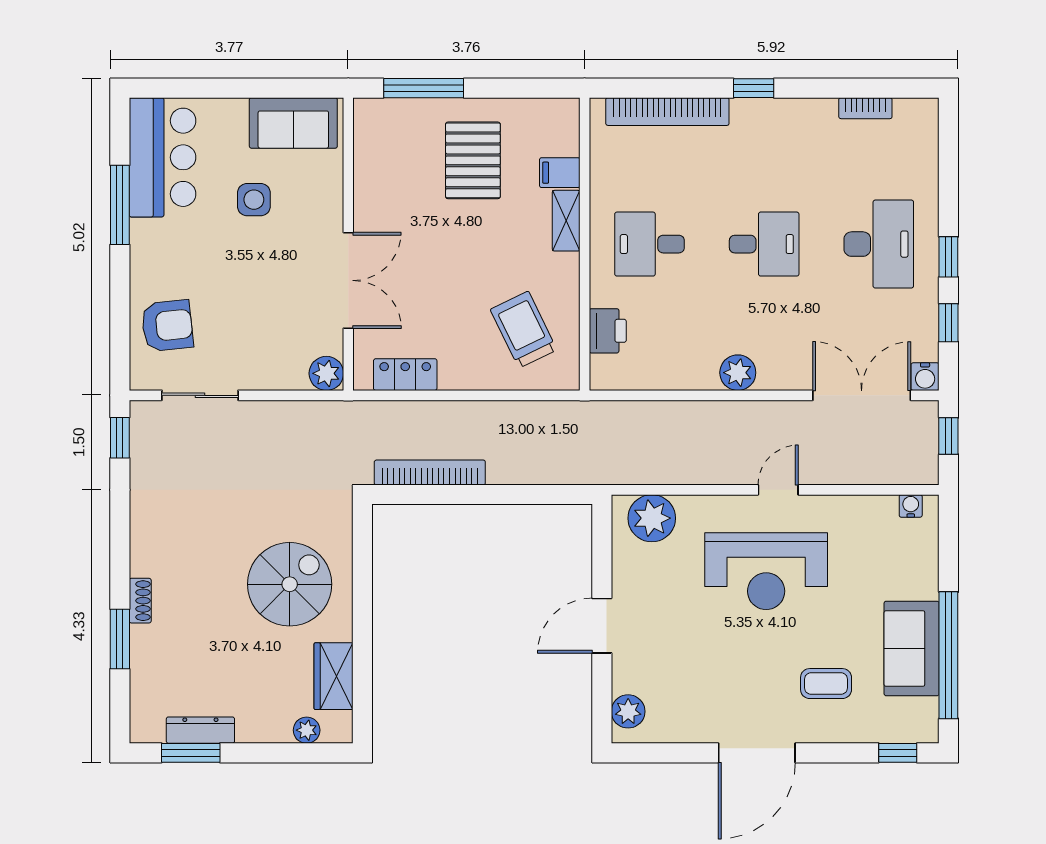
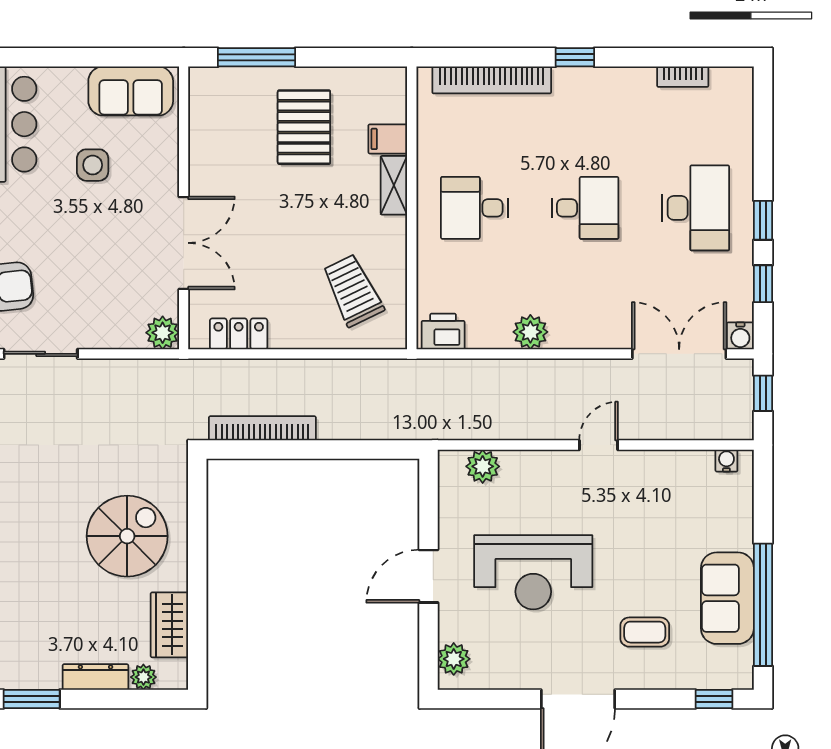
printer: (608, 331) -> (443, 331), moved, turned -90
plant: (738, 373) -> (530, 332), moved
plant: (652, 518) -> (483, 466), width x0.73, depth x0.73
reception desk: (766, 571) -> (533, 572), moved
dresser: (200, 730) -> (95, 677), moved

